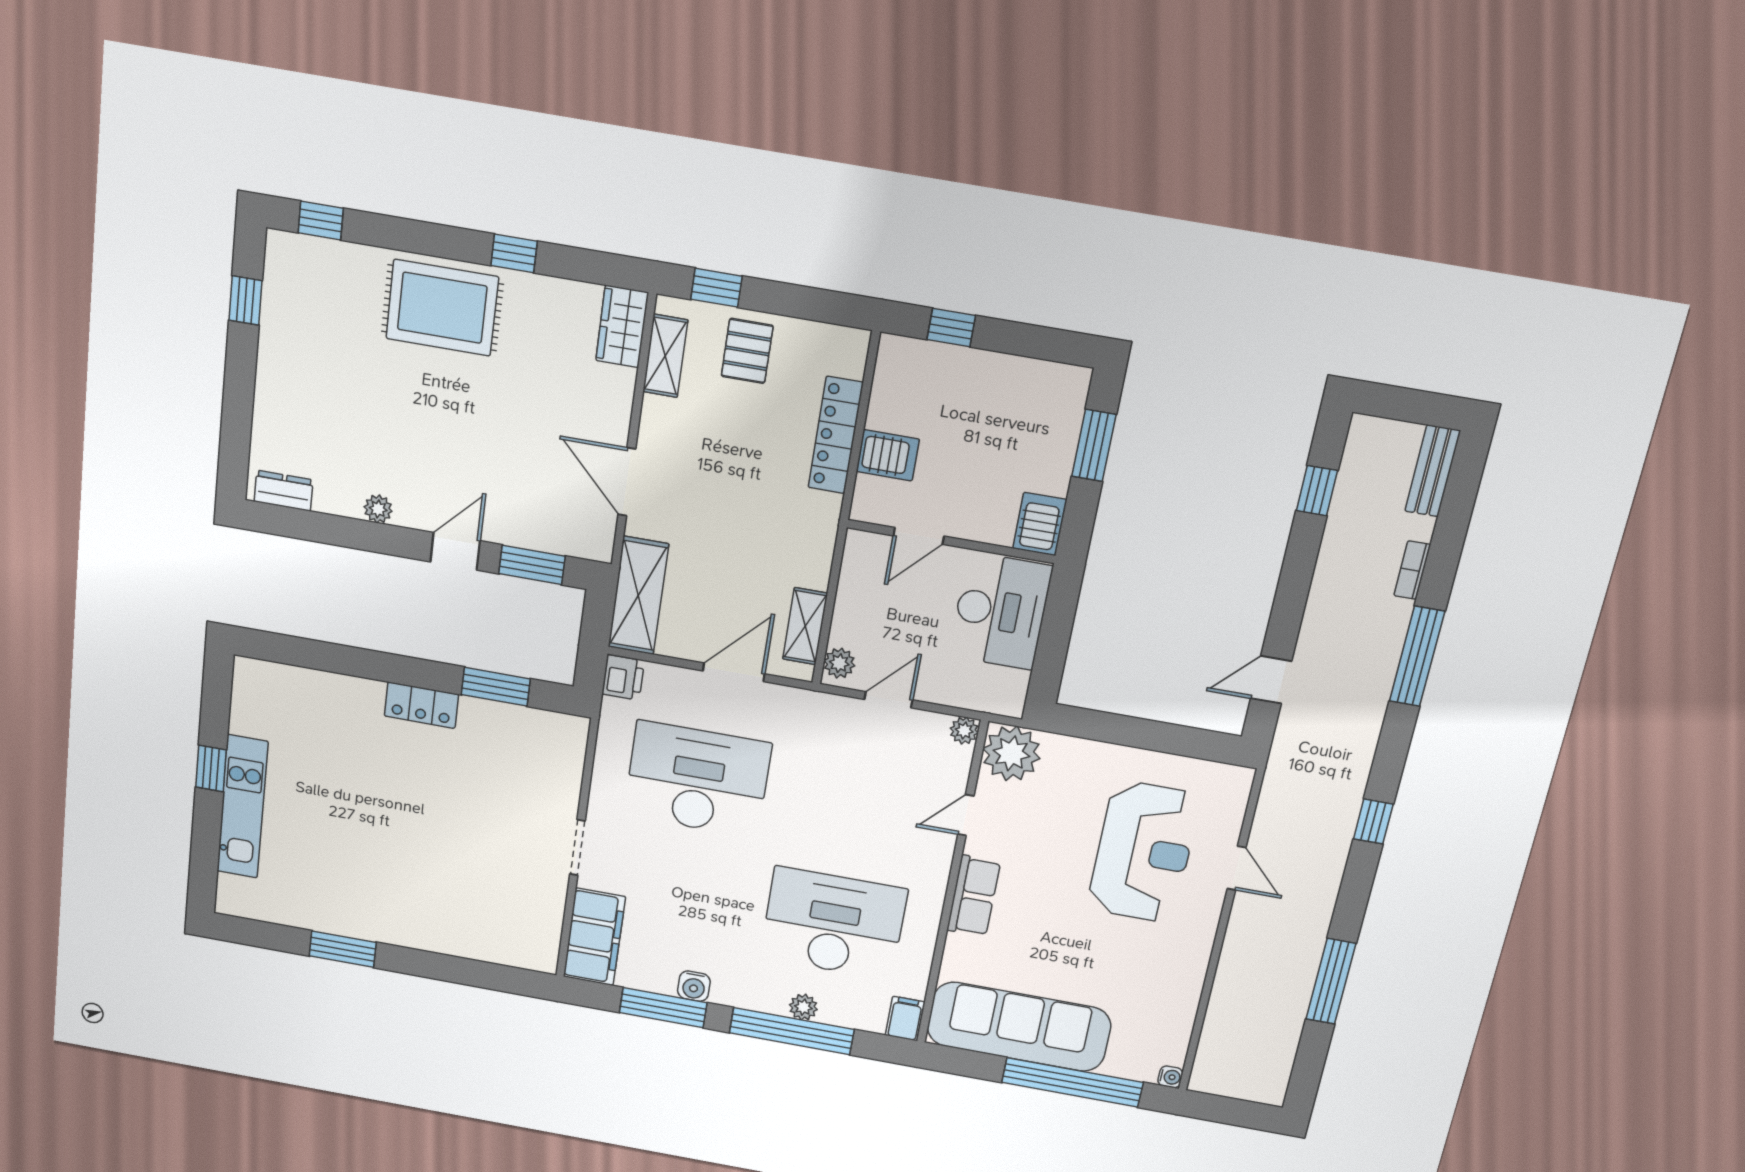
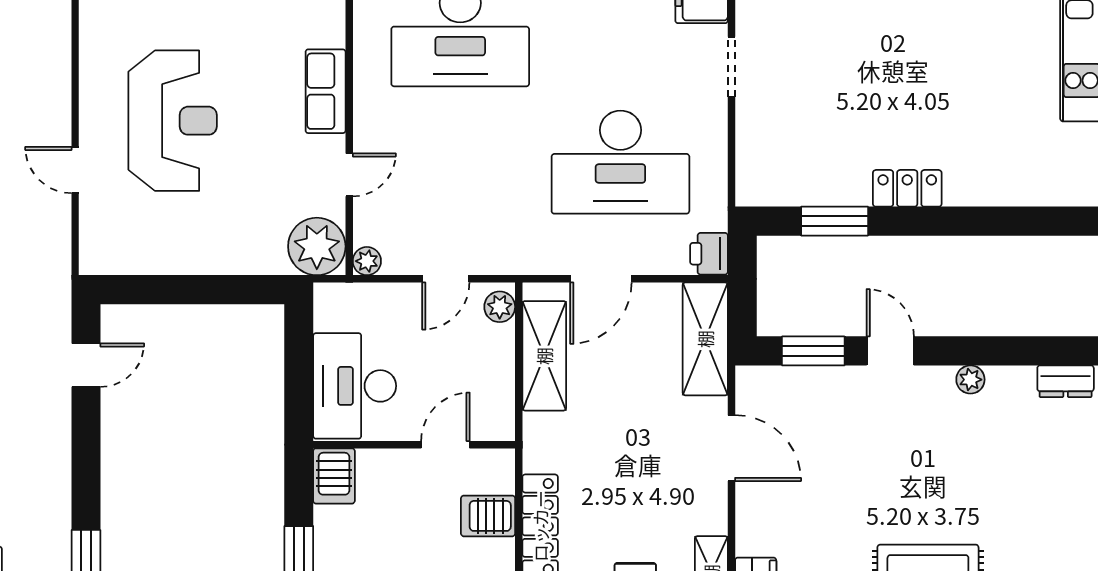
door: (455, 551) -> (890, 351), swing flipped
shelving: (805, 626) -> (544, 356), width x1.50, depth x1.33
reception desk: (1144, 852) -> (173, 121), moved, turned 180

